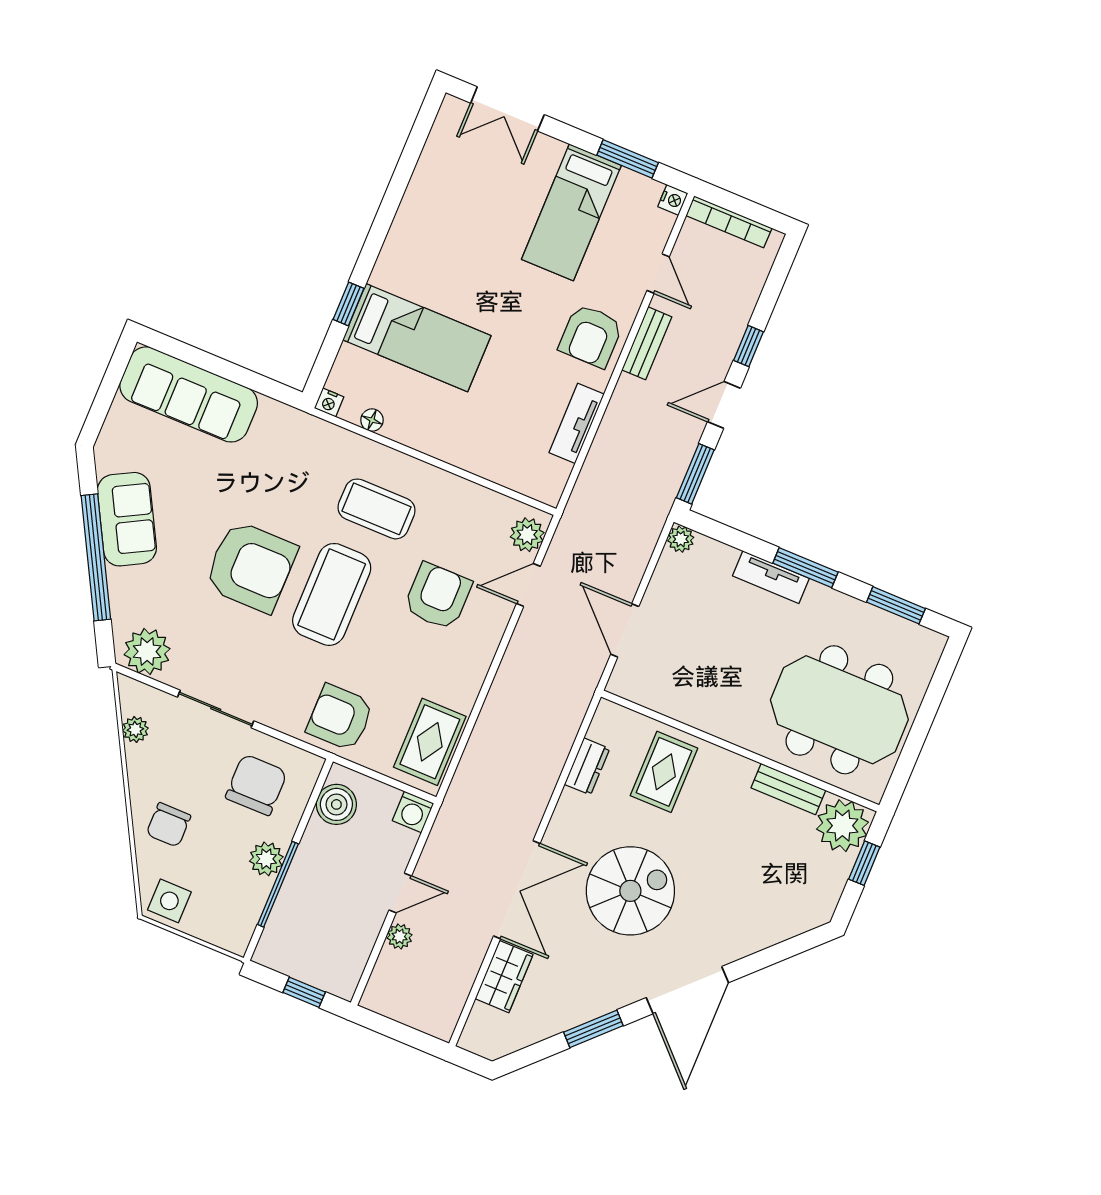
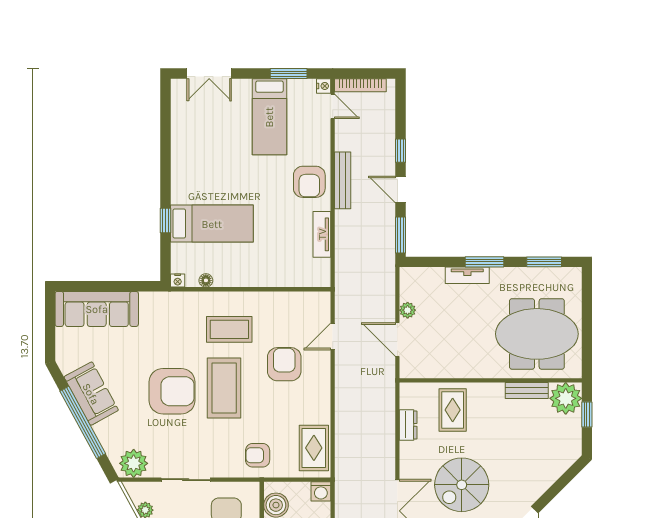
door: (658, 274) -> (333, 106), moved
bench: (647, 343) -> (343, 180), width x1.36
door: (724, 405) -> (400, 189), hinge flipped
plant: (527, 535) -> (320, 309), removed
plant: (681, 539) -> (408, 310), moved
armchair: (340, 717) -> (258, 455), width x0.72, depth x0.72
spiral stairs: (630, 891) -> (462, 485), turned 180

